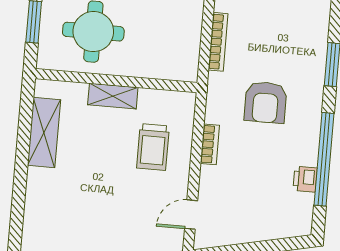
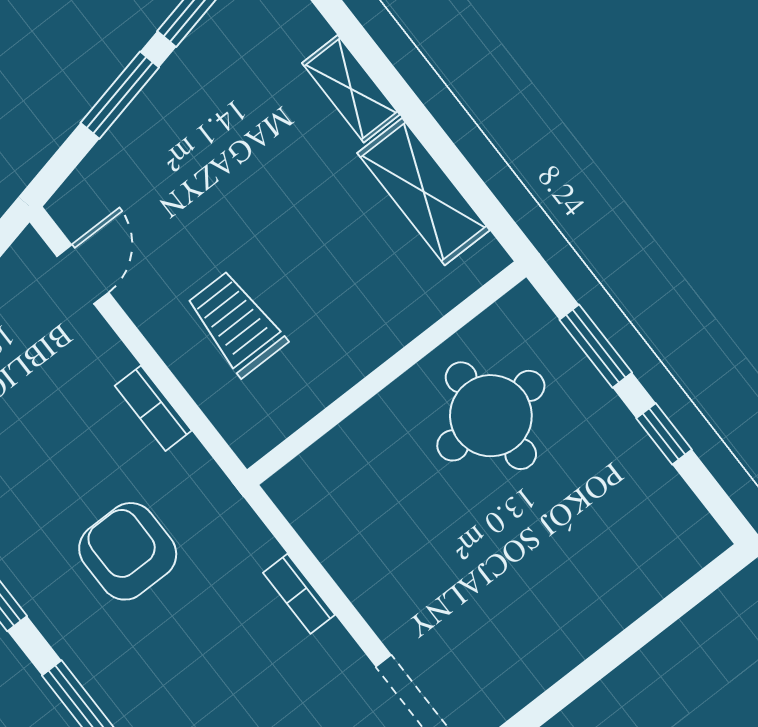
bookcase: (218, 42) -> (299, 594), width x0.64
shelving: (113, 96) -> (351, 89), moved, turned 90

